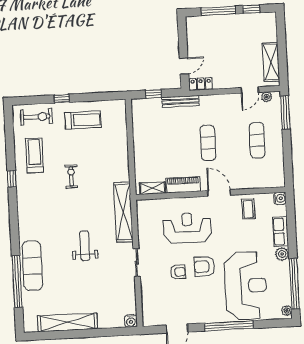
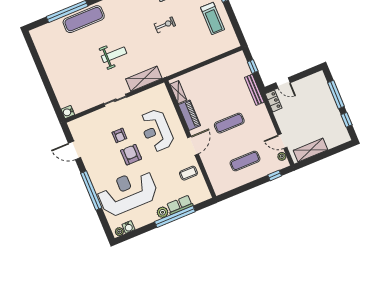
window: (285, 113) -> (275, 175), width x0.46
water cooler: (280, 198) -> (128, 227), moved
shelving: (123, 212) -> (144, 79), width x0.68
reception desk: (187, 228) -> (156, 130), turned 180
window: (294, 284) -> (175, 217), moved
reception desk: (246, 286) -> (127, 192), turned 180
shelving: (67, 322) -> (49, 62), removed

